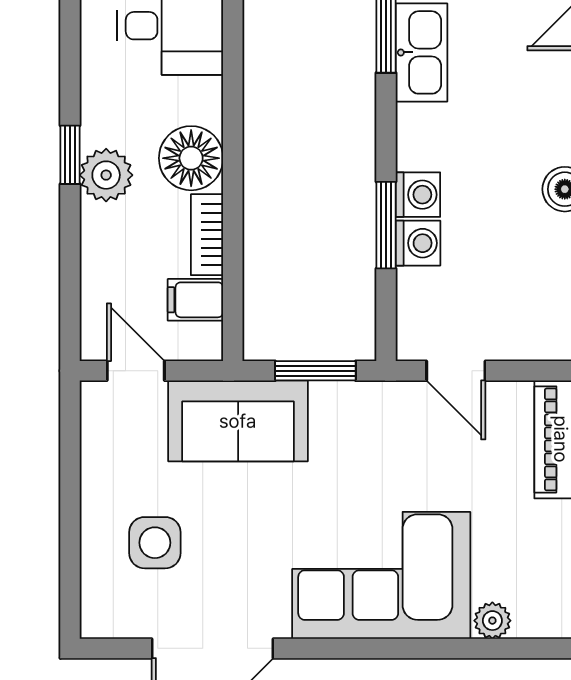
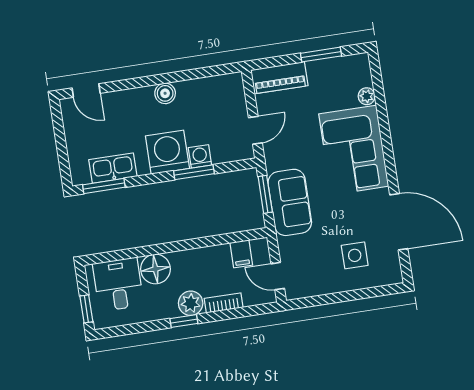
floor lamp: (191, 158) -> (155, 269), moved
washing machine: (418, 195) -> (167, 152), width x1.89, depth x1.89
bookcase: (207, 235) -> (224, 303), moved, turned 180
door: (136, 371) -> (278, 276), hinge flipped
sofa: (238, 421) -> (290, 202), moved

